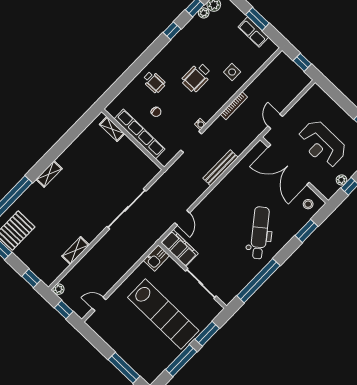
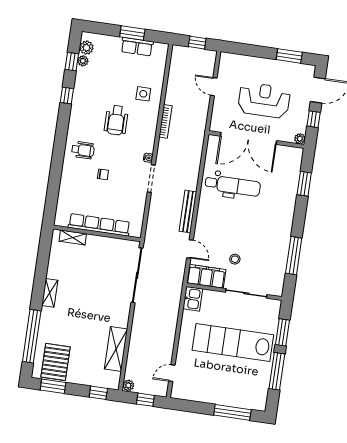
door: (275, 121) -> (214, 87), moved
shelving: (112, 129) -> (73, 237), moved
row of seats: (139, 134) -> (99, 225), moved
wall: (133, 139) -> (97, 233), moved
reception desk: (322, 144) -> (264, 100), turned 180
bench: (220, 168) -> (188, 211), moved
plant: (341, 180) -> (300, 139), moved
stool: (308, 204) -> (235, 259), moved
dental chair: (260, 233) -> (233, 186), moved, turned 128
shelving: (75, 251) -> (116, 349), width x1.50, depth x1.33
window: (258, 281) -> (294, 256), width x0.68
lab bench: (163, 314) -> (233, 342), turned 180

